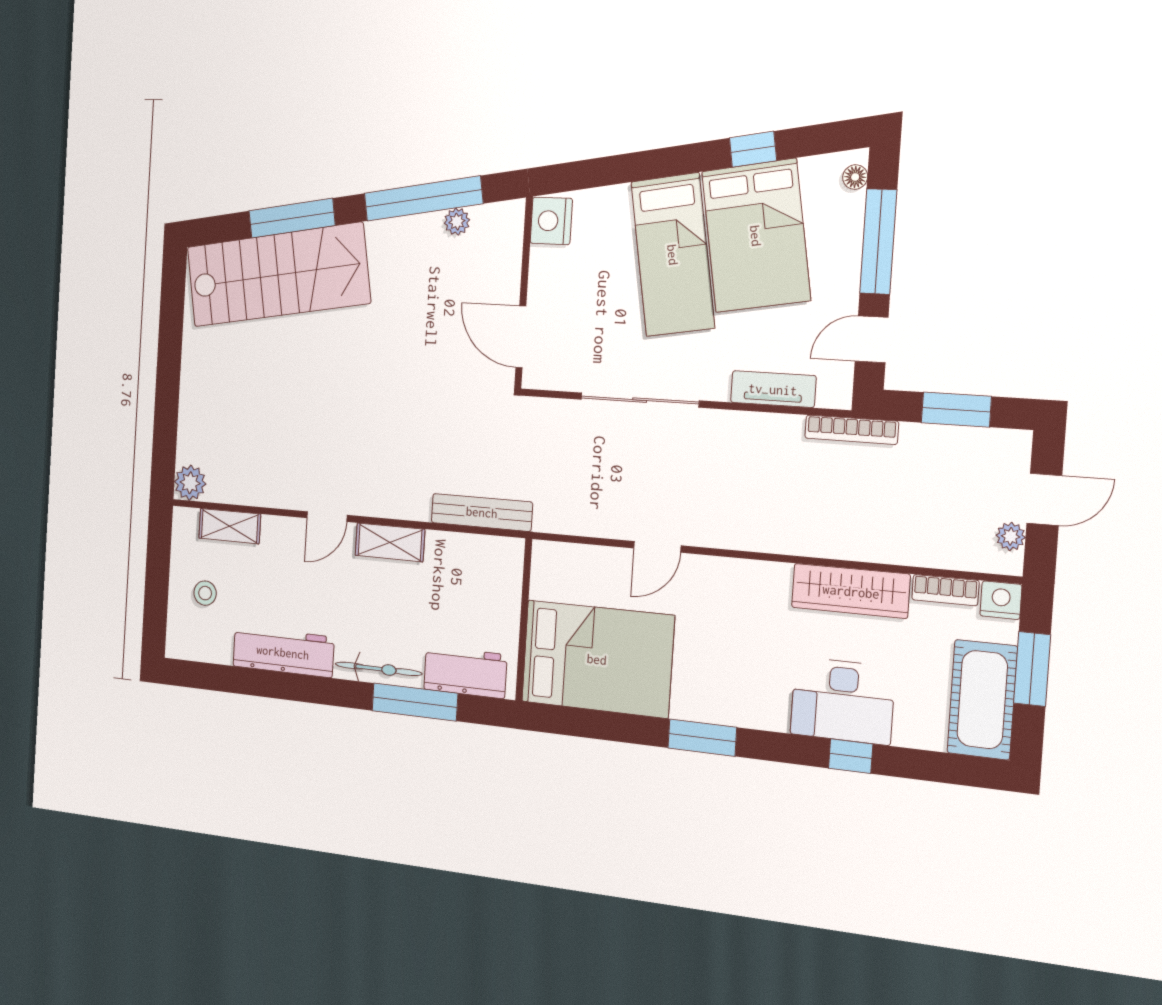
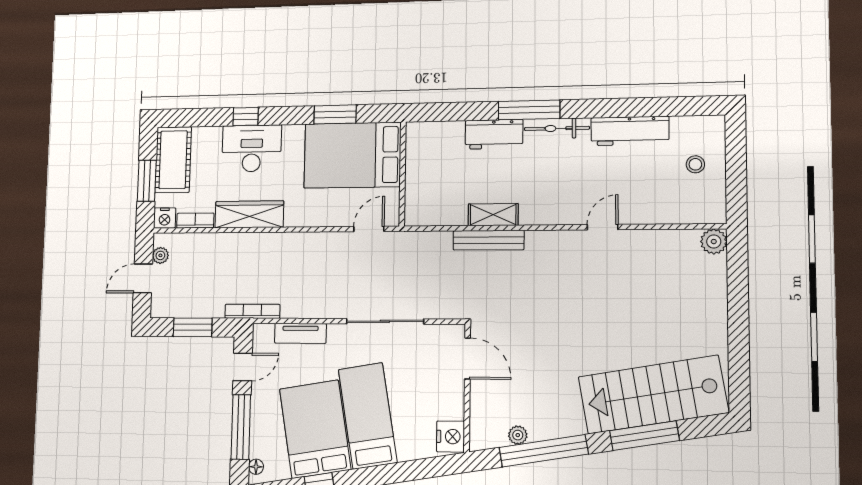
shelving: (230, 526) -> (679, 214), removed
shelving: (390, 542) -> (493, 215), moved
wall: (524, 620) -> (402, 174), moved
bed: (597, 659) -> (352, 155), moved

